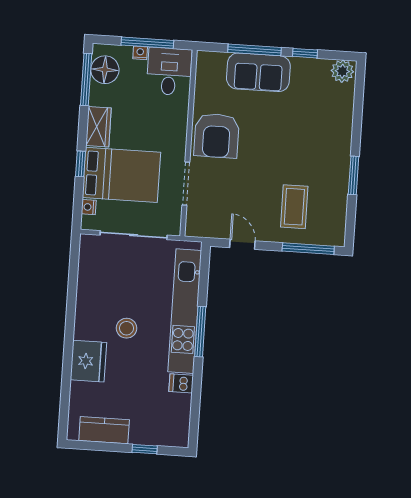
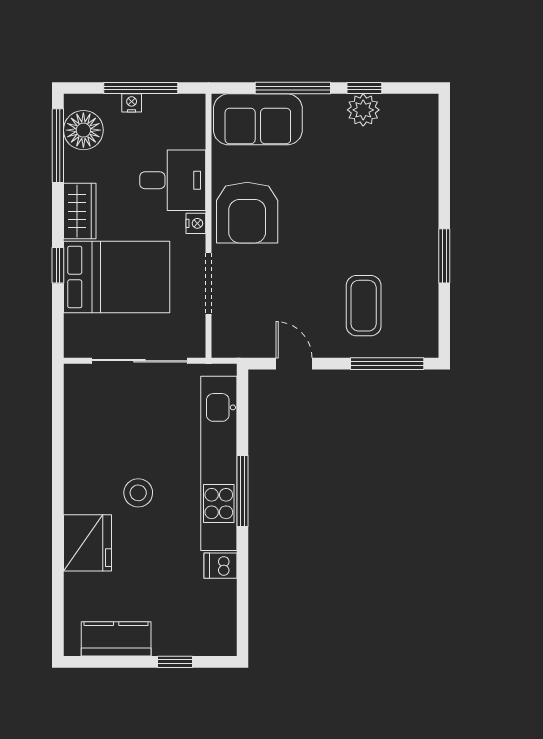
desk: (169, 71) -> (173, 180), moved, turned 90
plant: (342, 71) -> (363, 110), moved
sofa: (258, 72) -> (258, 119), moved
nightstand: (89, 207) -> (196, 223), moved, turned 180

